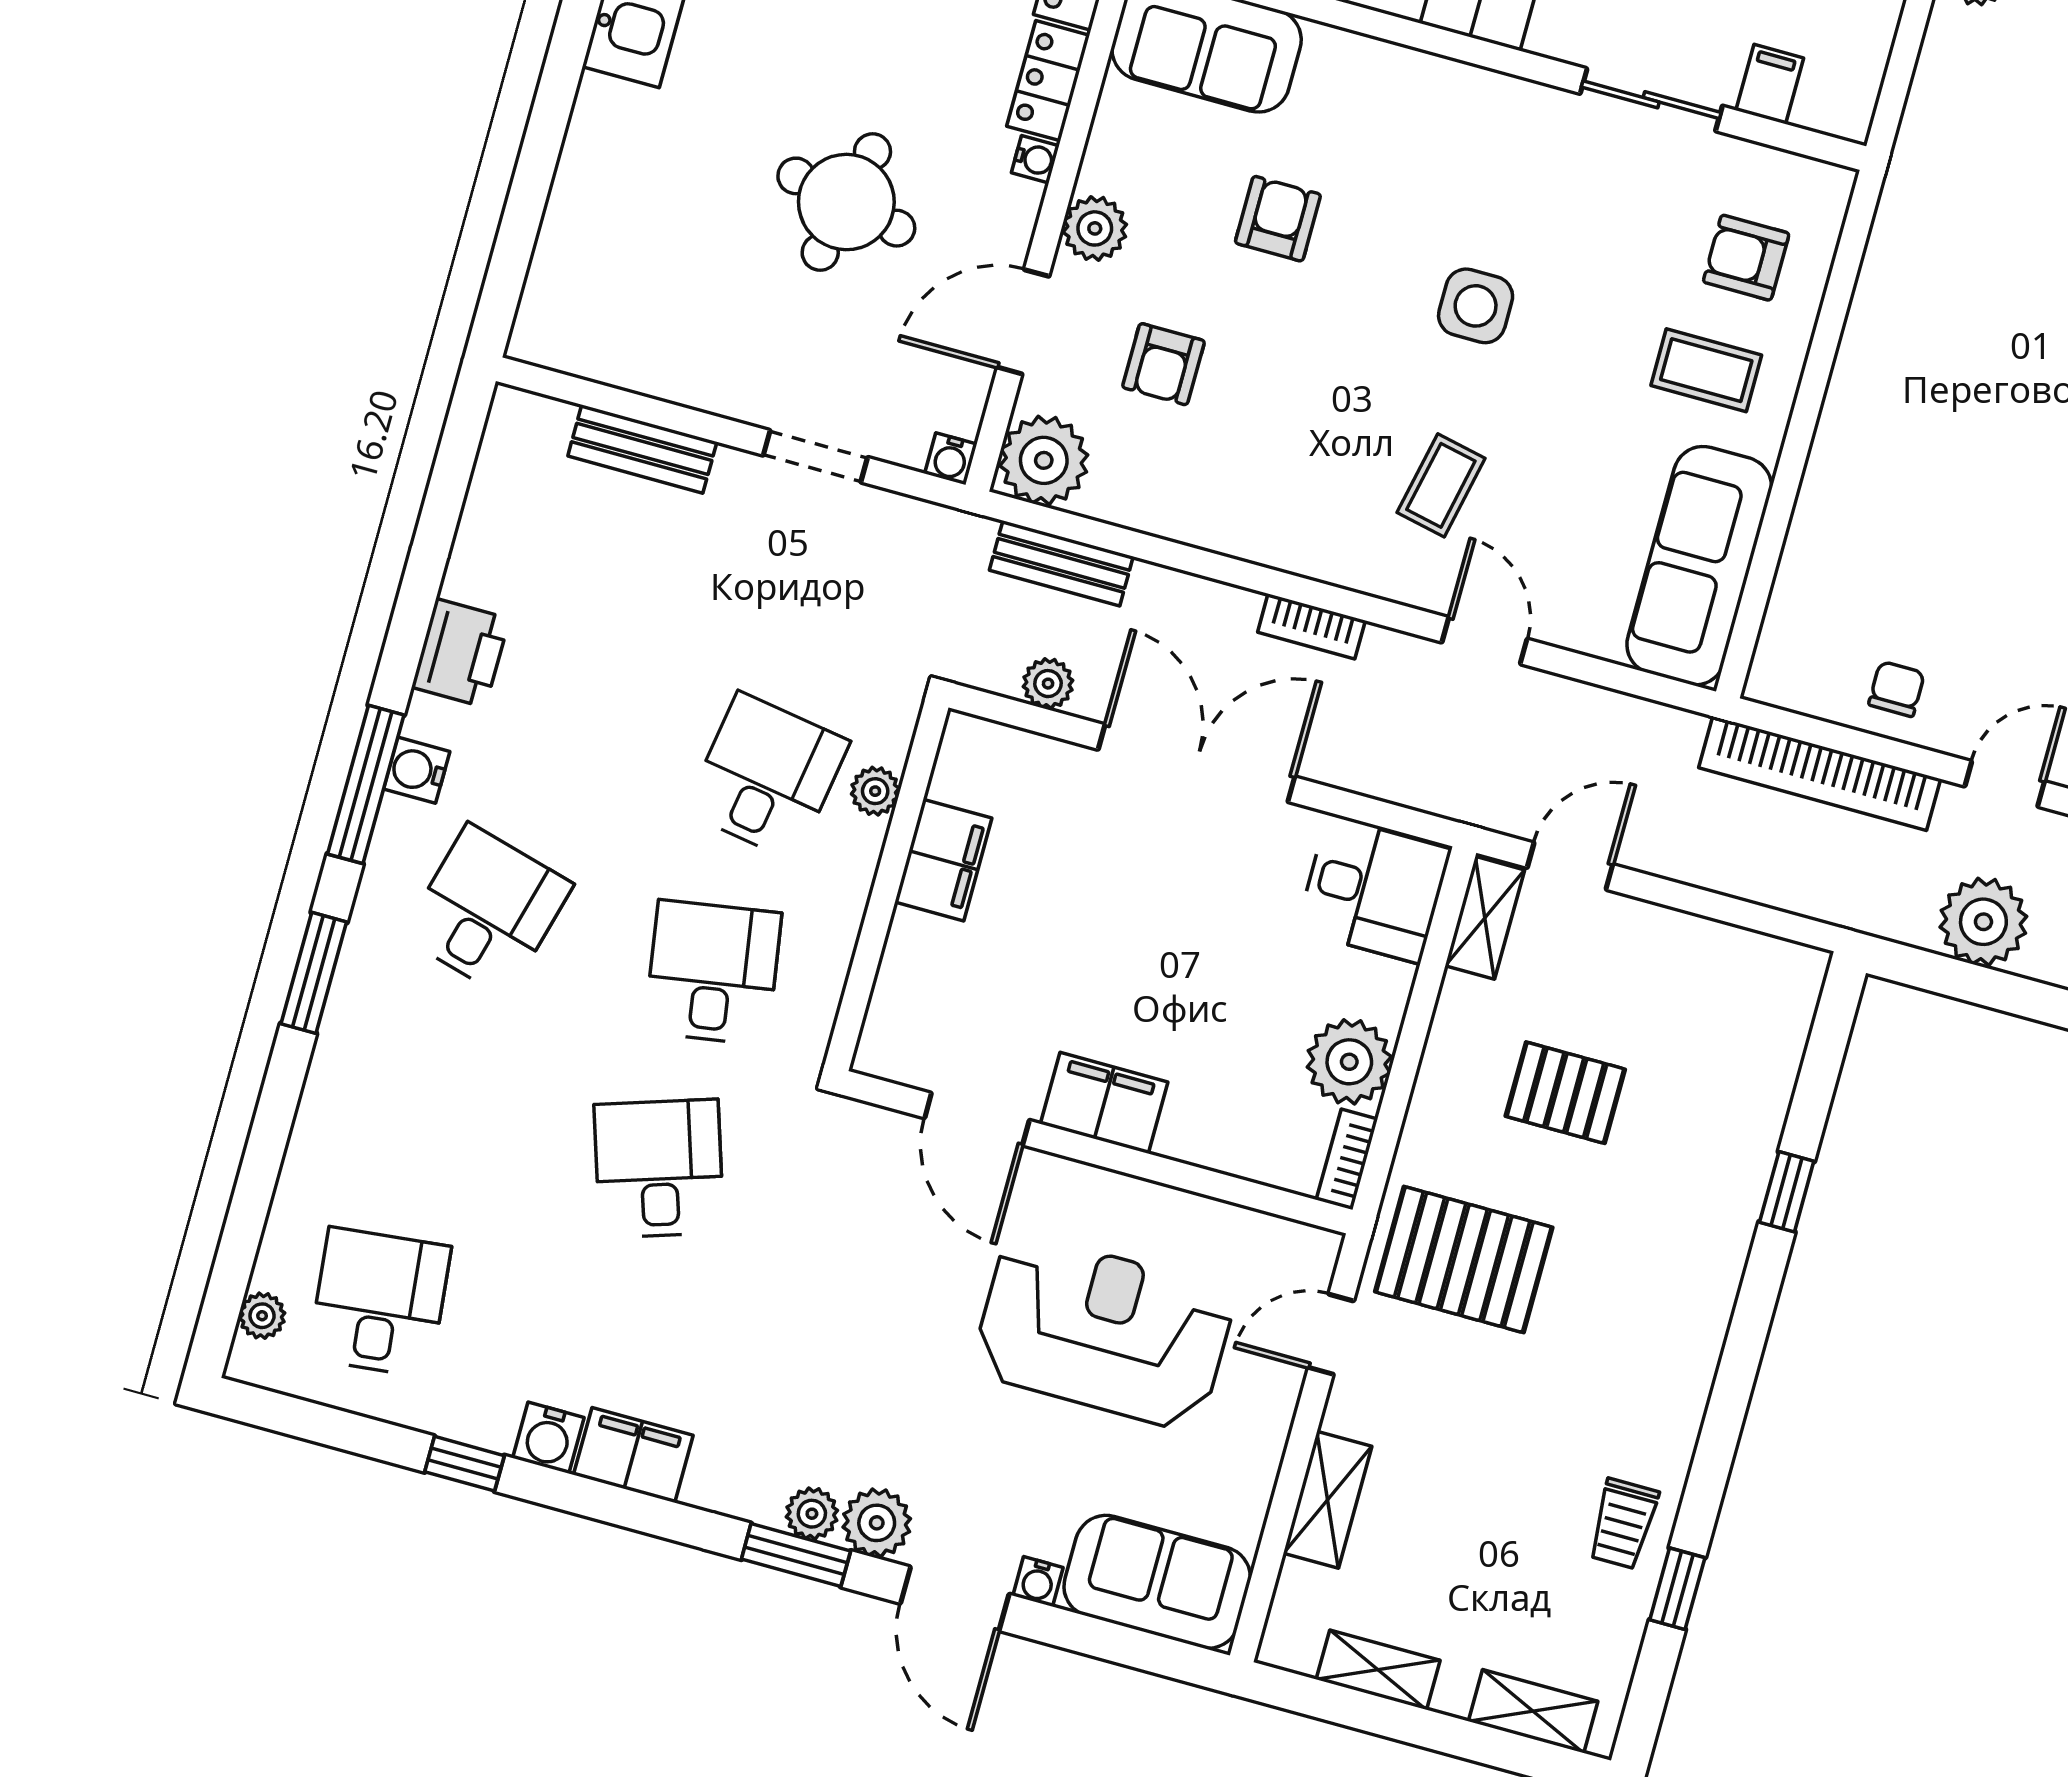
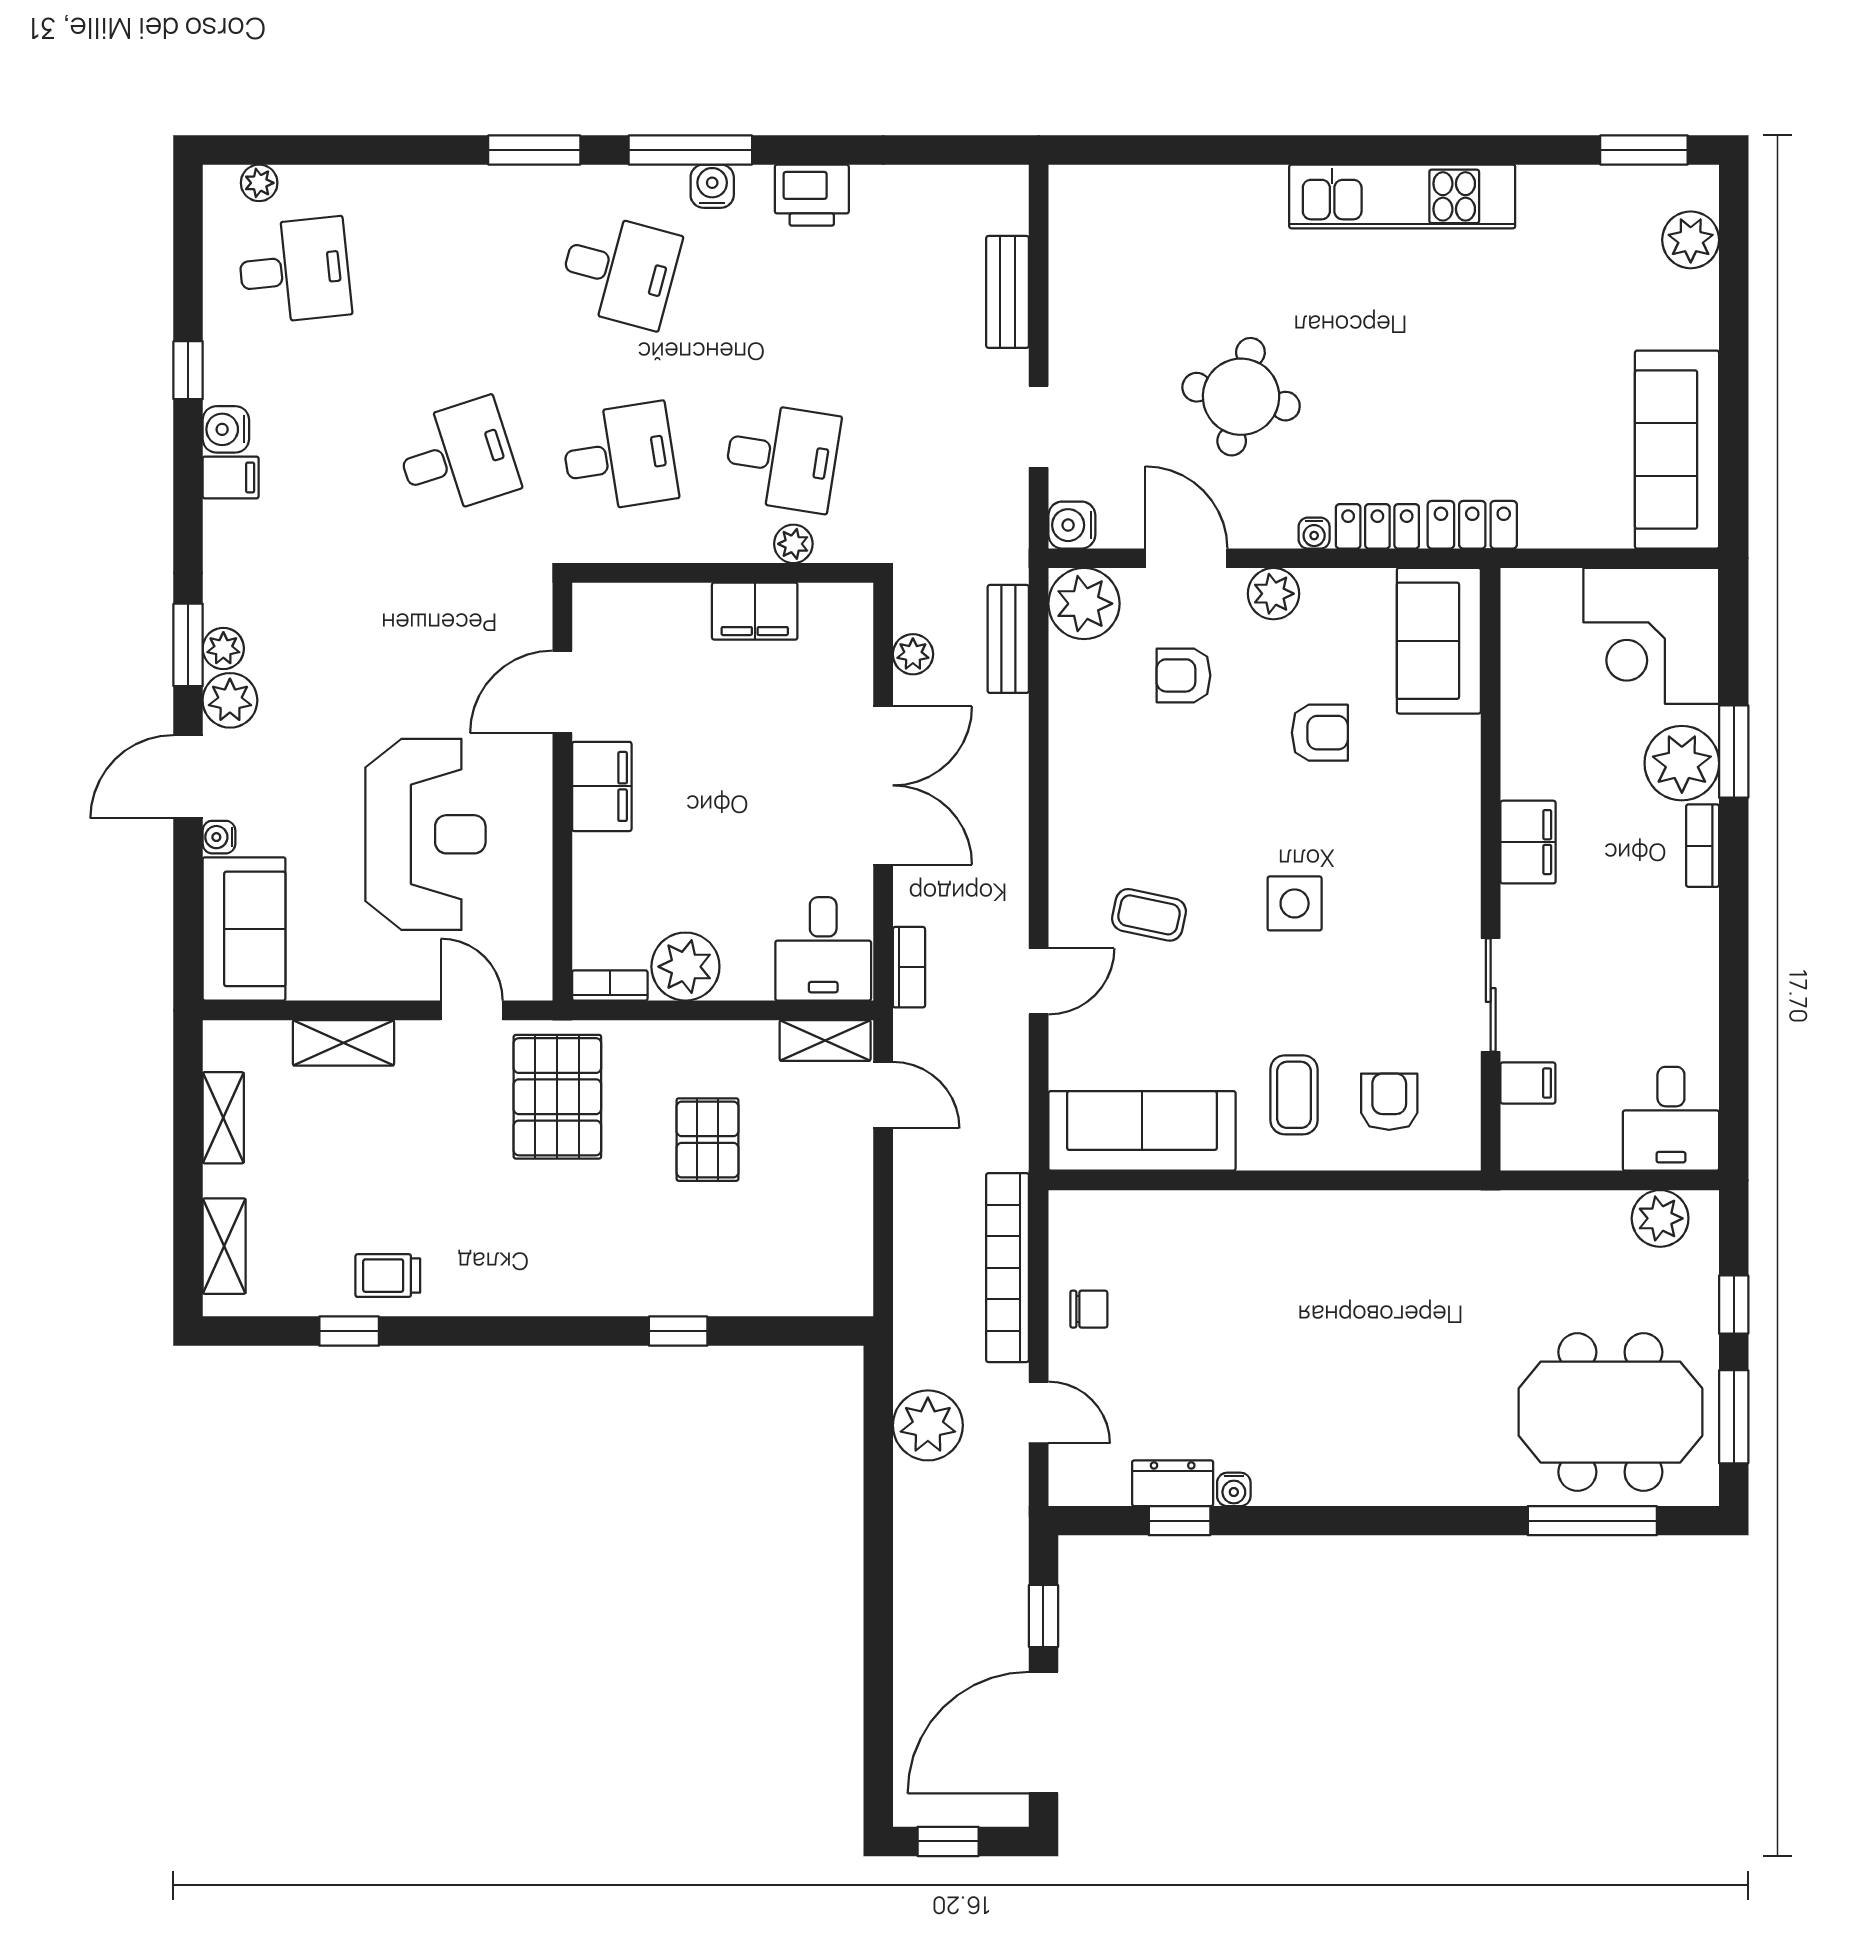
water cooler: (951, 459) -> (1072, 525), width x1.38, depth x1.38
bookcase: (1311, 626) -> (909, 967), moved, turned 180
filing cabinet: (633, 1455) -> (231, 477), width x0.50

